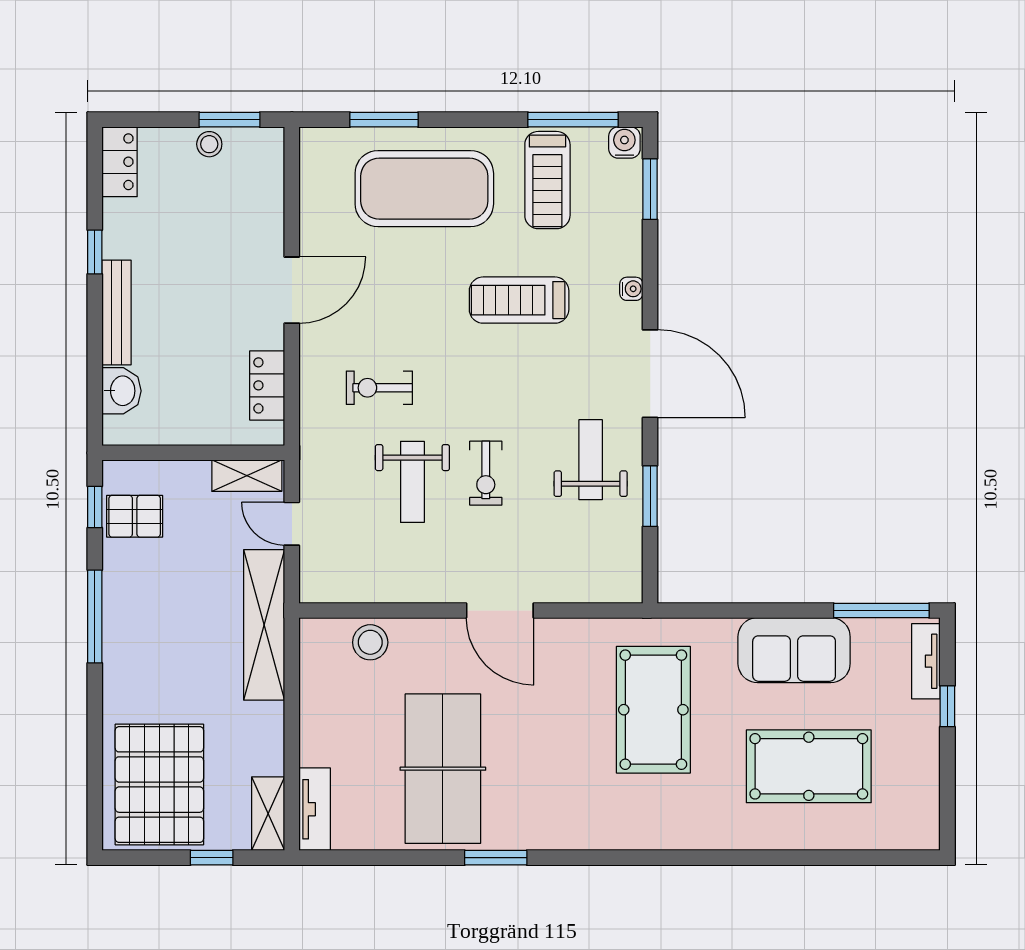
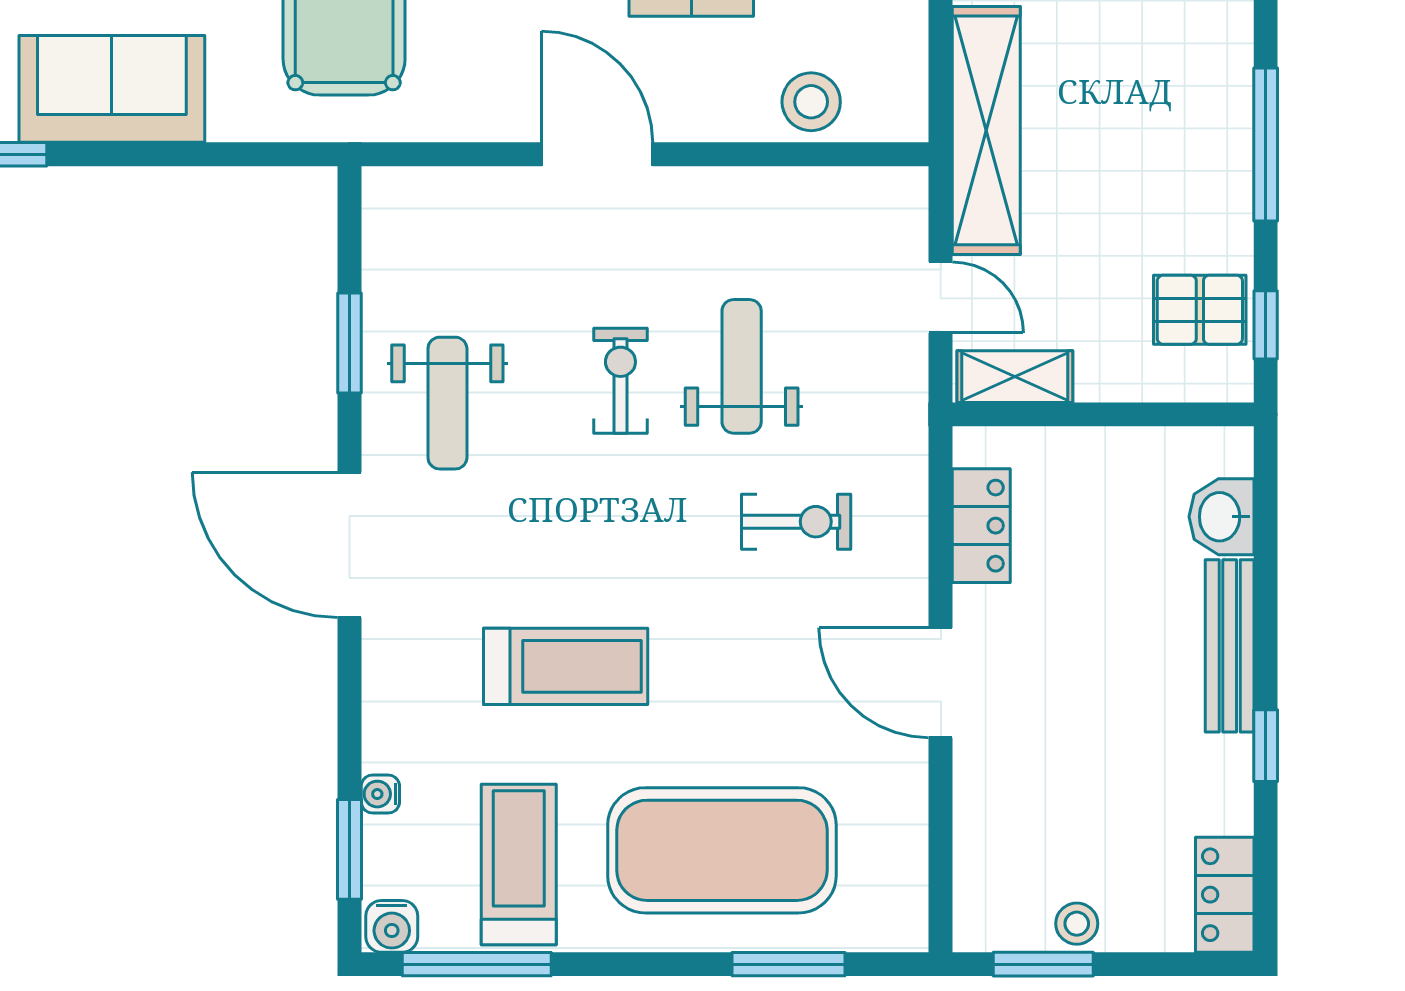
water cooler: (631, 289) -> (380, 794), moved
door: (292, 290) -> (941, 683), hinge flipped

